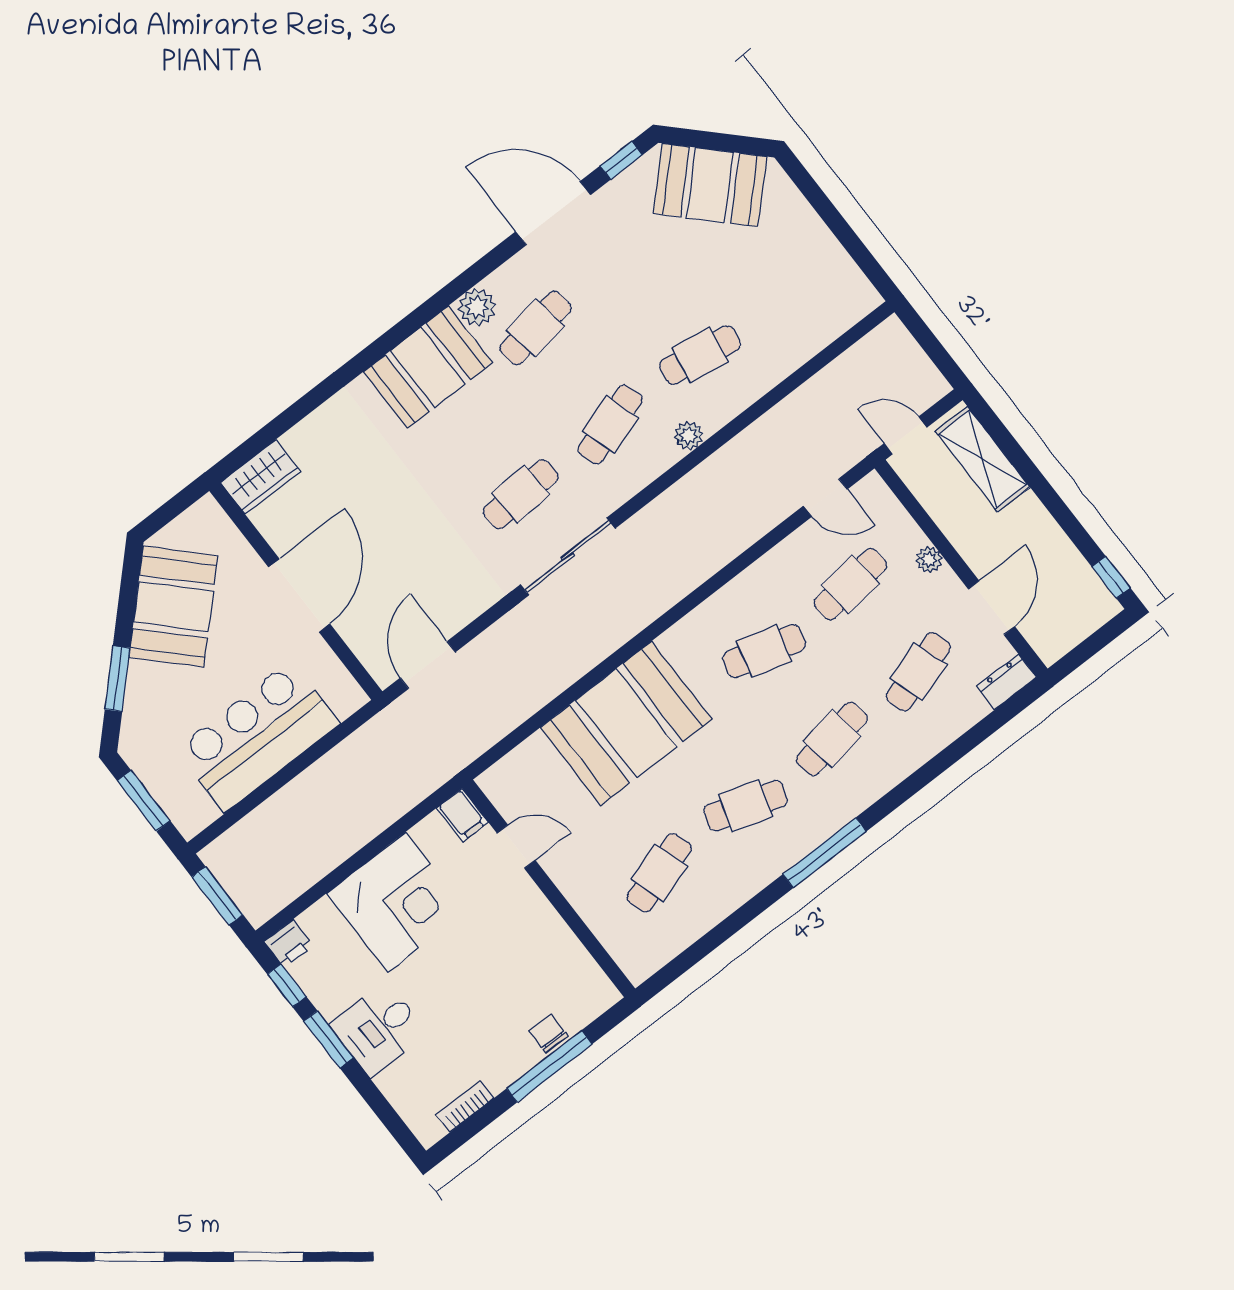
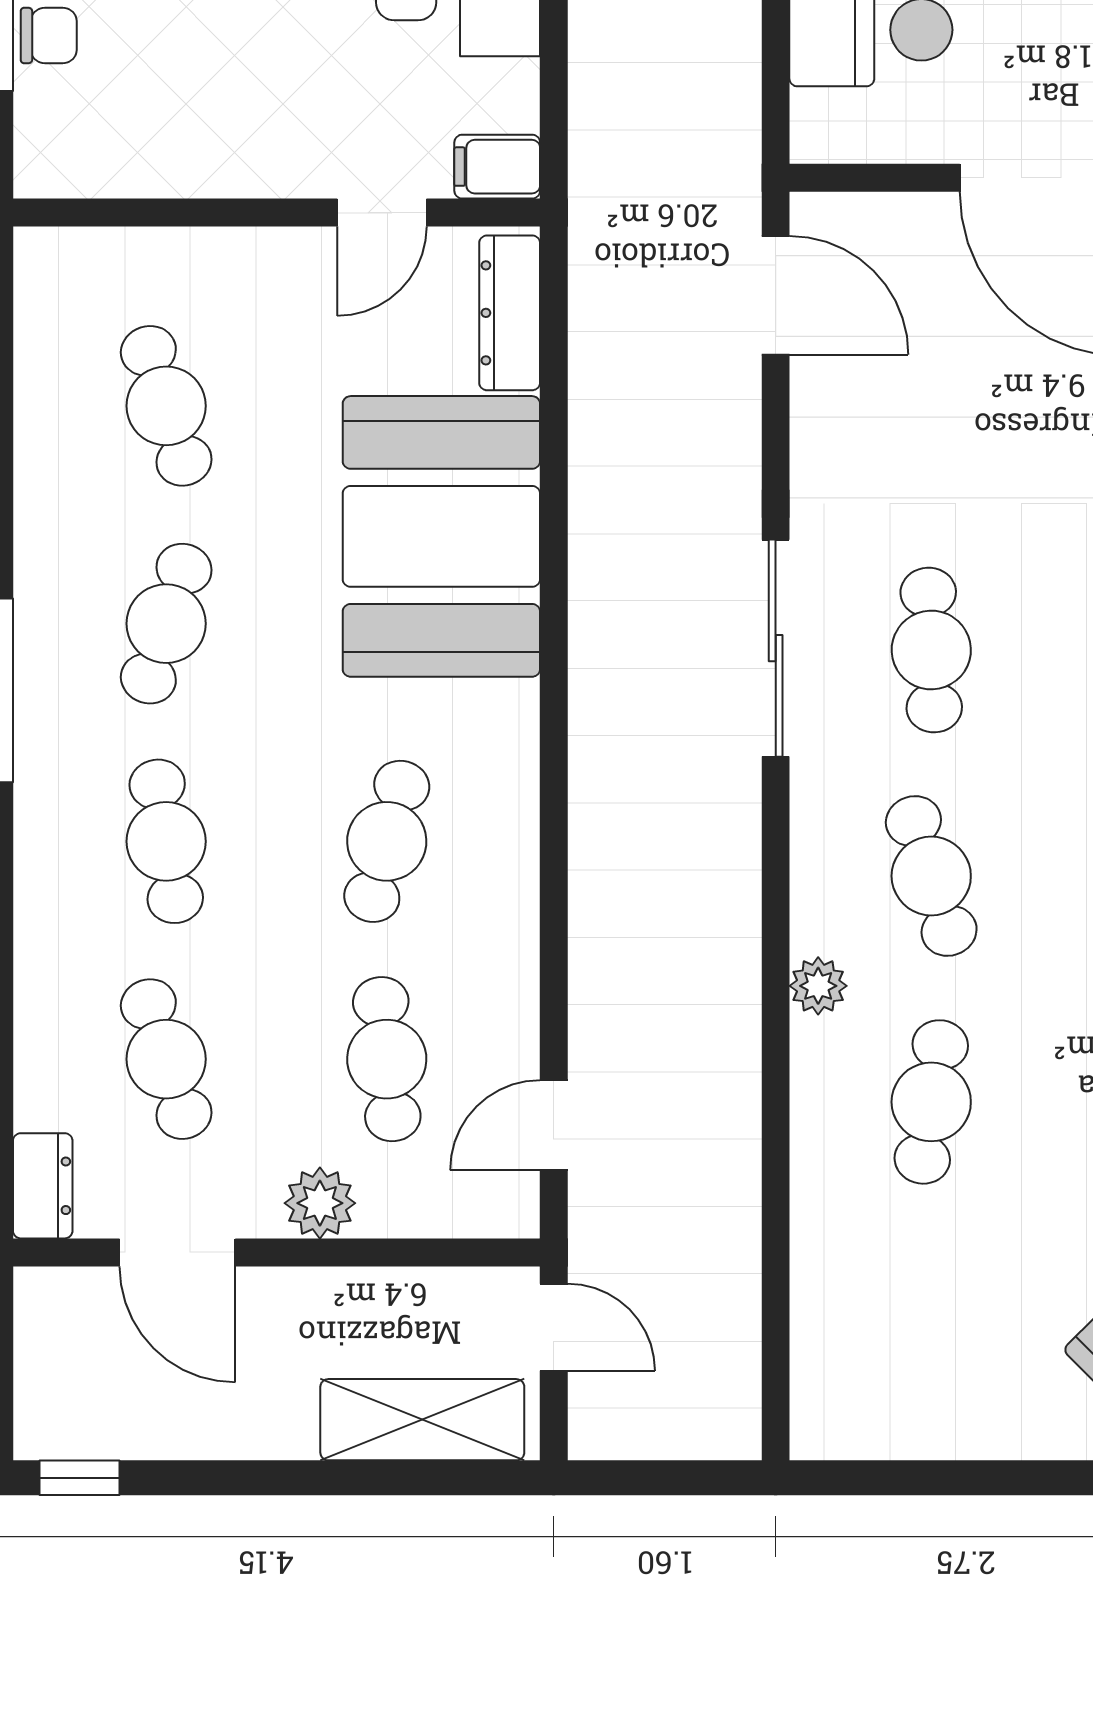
door: (905, 435) -> (554, 1327), hinge flipped
plant: (929, 560) -> (320, 1203), width x1.38, depth x1.38
dresser: (517, 765) -> (510, 313), added

